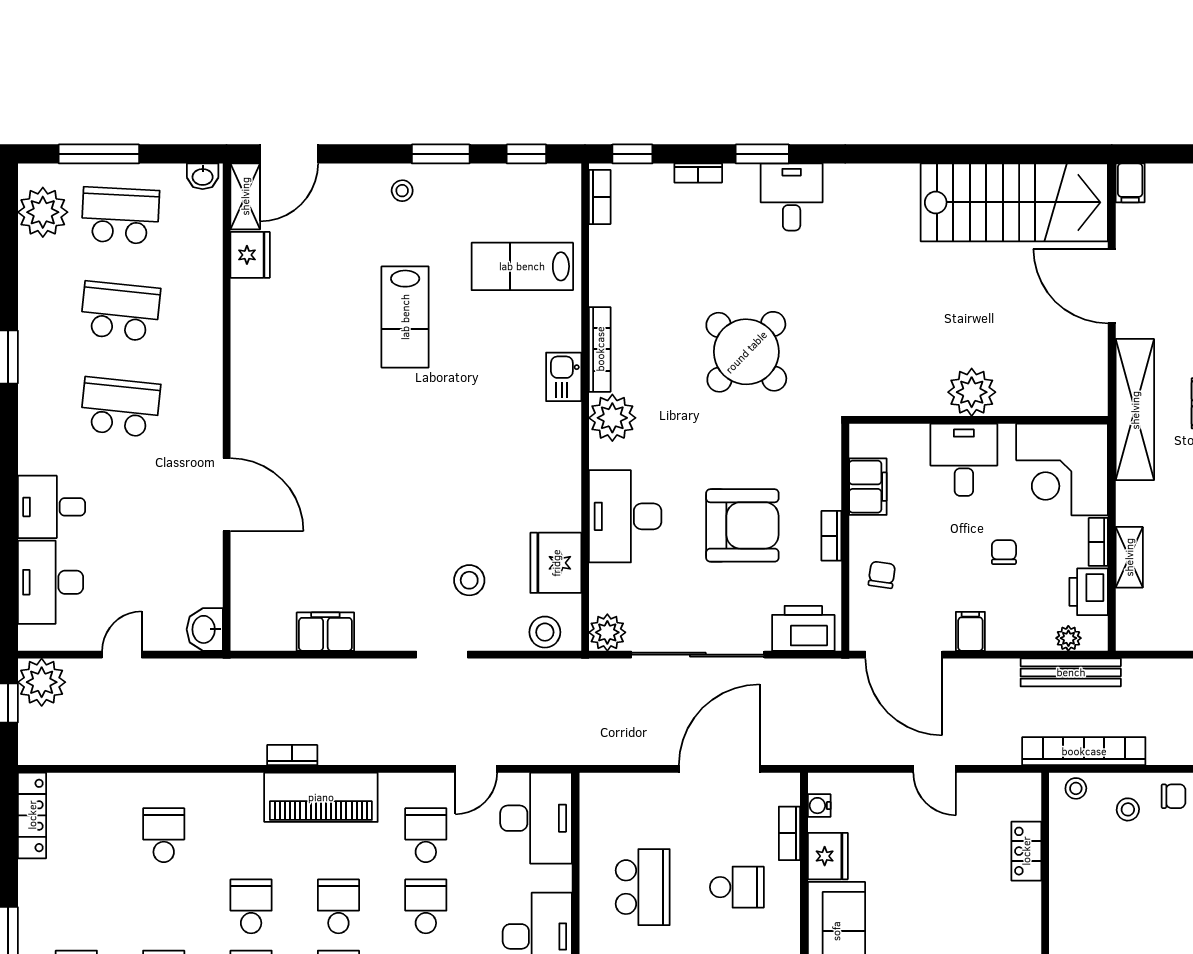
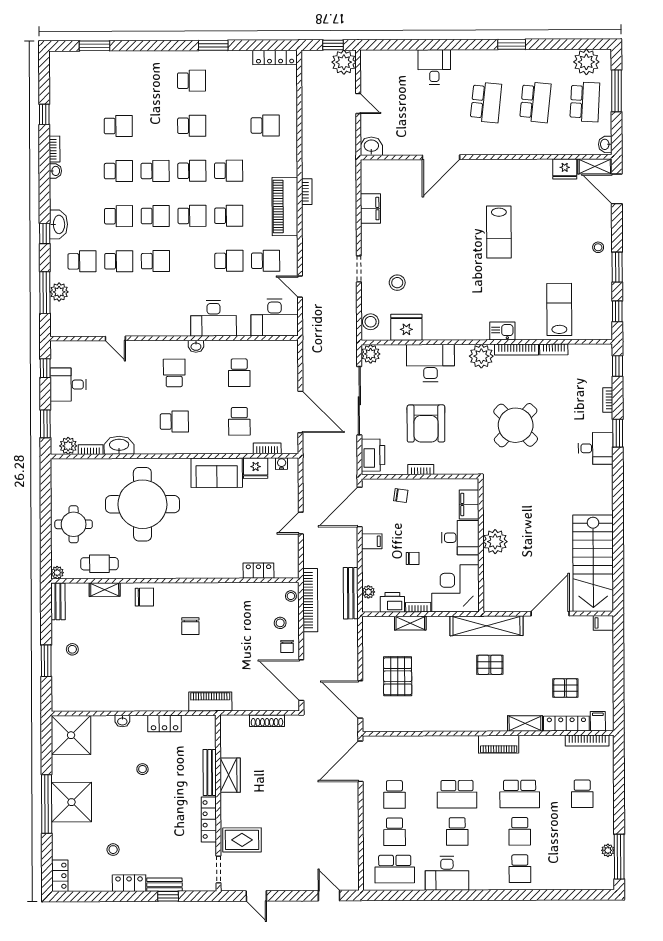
bookcase: (600, 197) -> (554, 349), moved
lab bench: (405, 317) -> (499, 232), moved, turned -90
filing cabinet: (868, 487) -> (469, 504), moved, turned 90
desk: (50, 582) -> (395, 67), removed
school desk: (643, 887) -> (239, 373), width x0.54

